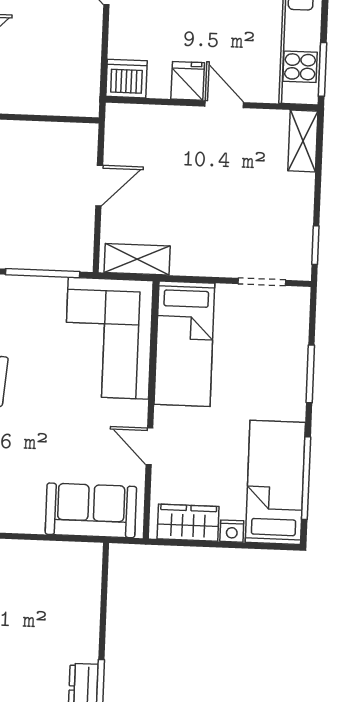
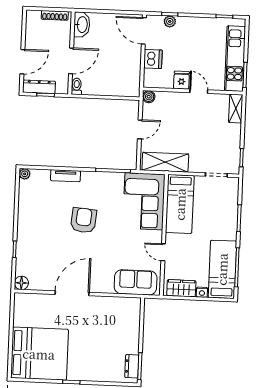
dishwasher: (127, 79) -> (153, 59), moved, turned 90
boiler: (118, 116) -> (149, 97), added
shelving: (137, 259) -> (165, 162), width x1.50, depth x1.33

